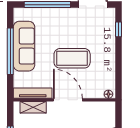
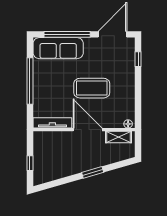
sofa: (24, 46) -> (58, 48), moved, turned 90
shelving: (33, 107) -> (118, 137), moved

